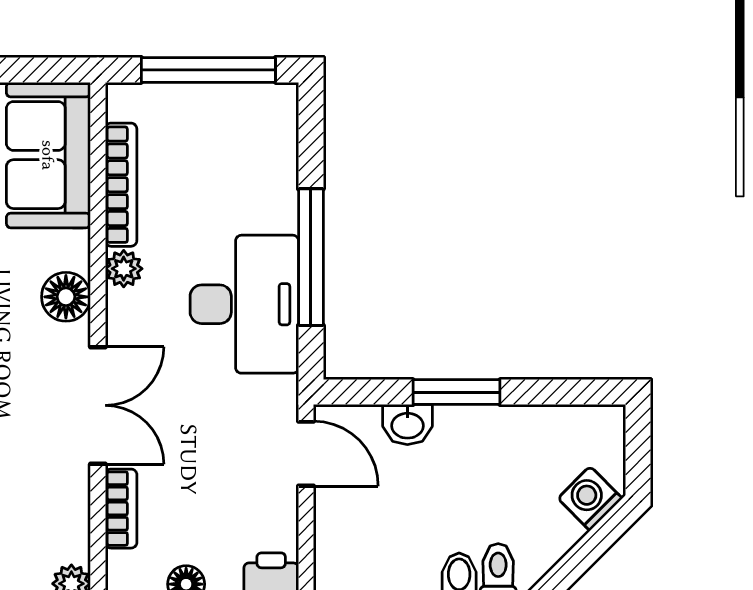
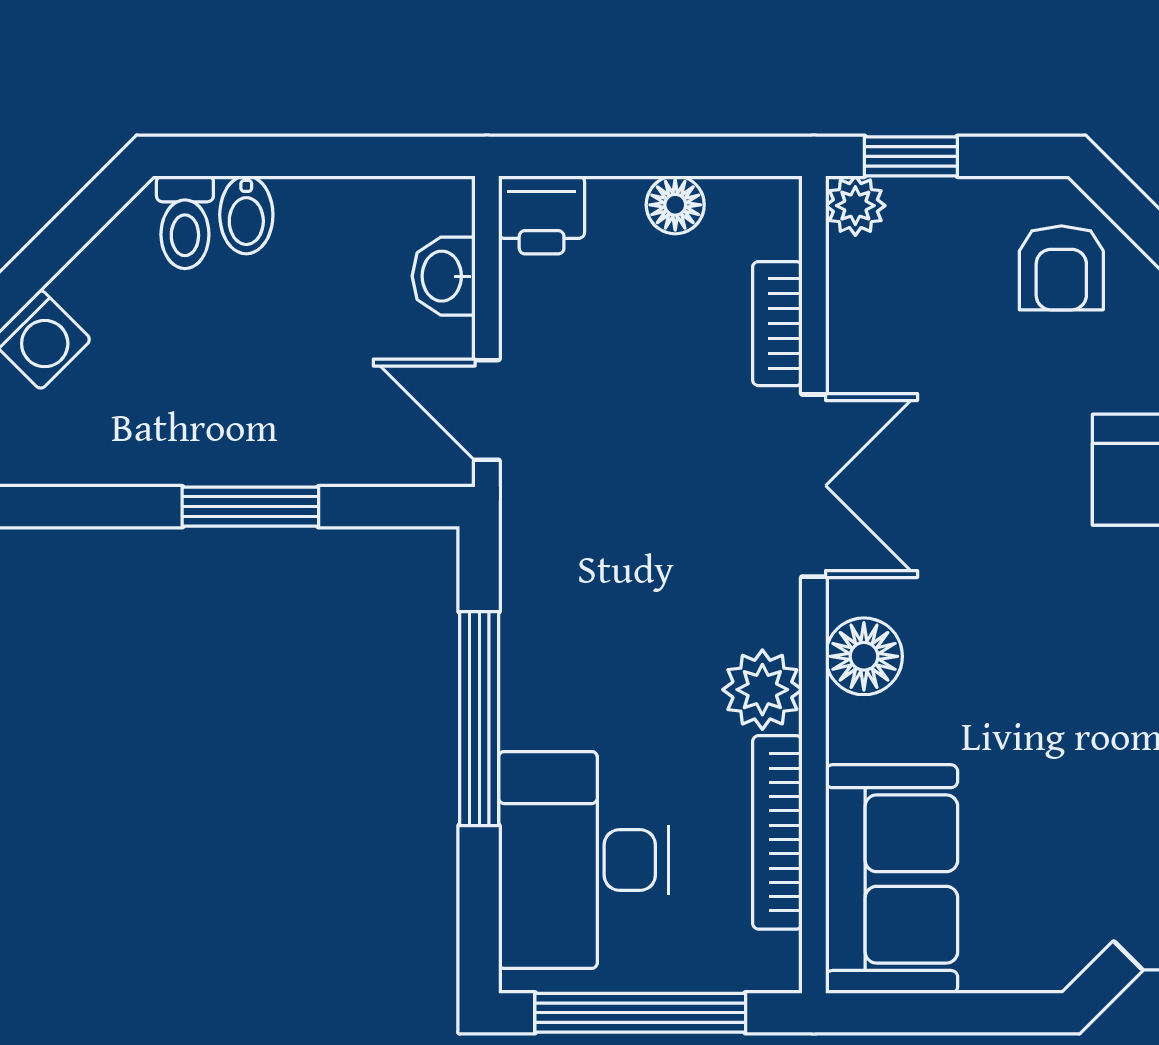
plant: (124, 269) -> (762, 690), width x1.38, depth x1.38
desk: (244, 304) -> (584, 860), moved
double door: (98, 405) -> (814, 486), swing flipped
washbasin: (407, 424) -> (444, 276), moved, turned -90

